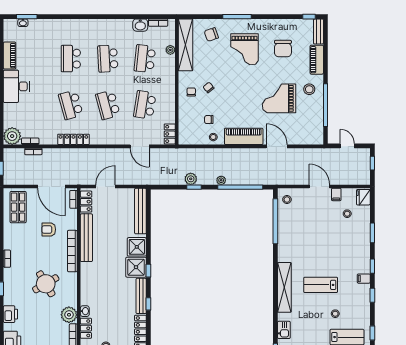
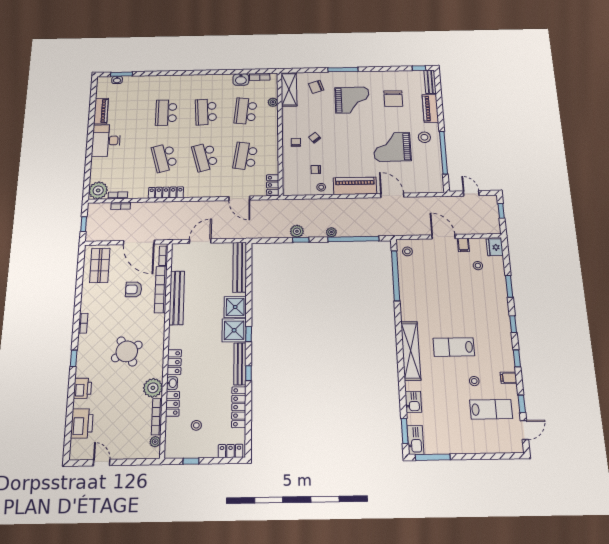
shelving: (186, 45) -> (289, 89), width x0.68
grand piano: (244, 49) -> (352, 100), turned -90
locker: (86, 202) -> (174, 362), moved
bookcase: (72, 251) -> (161, 290), moved
filing cabinet: (364, 279) -> (508, 378), moved

